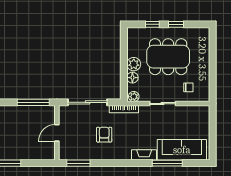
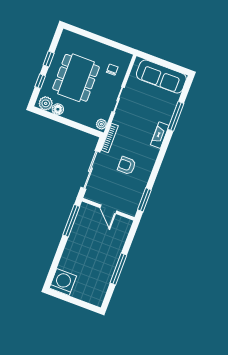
plant: (134, 64) -> (46, 103), moved
floor lamp: (132, 78) -> (58, 109), moved
sofa: (182, 150) -> (161, 77), moved, turned -90

